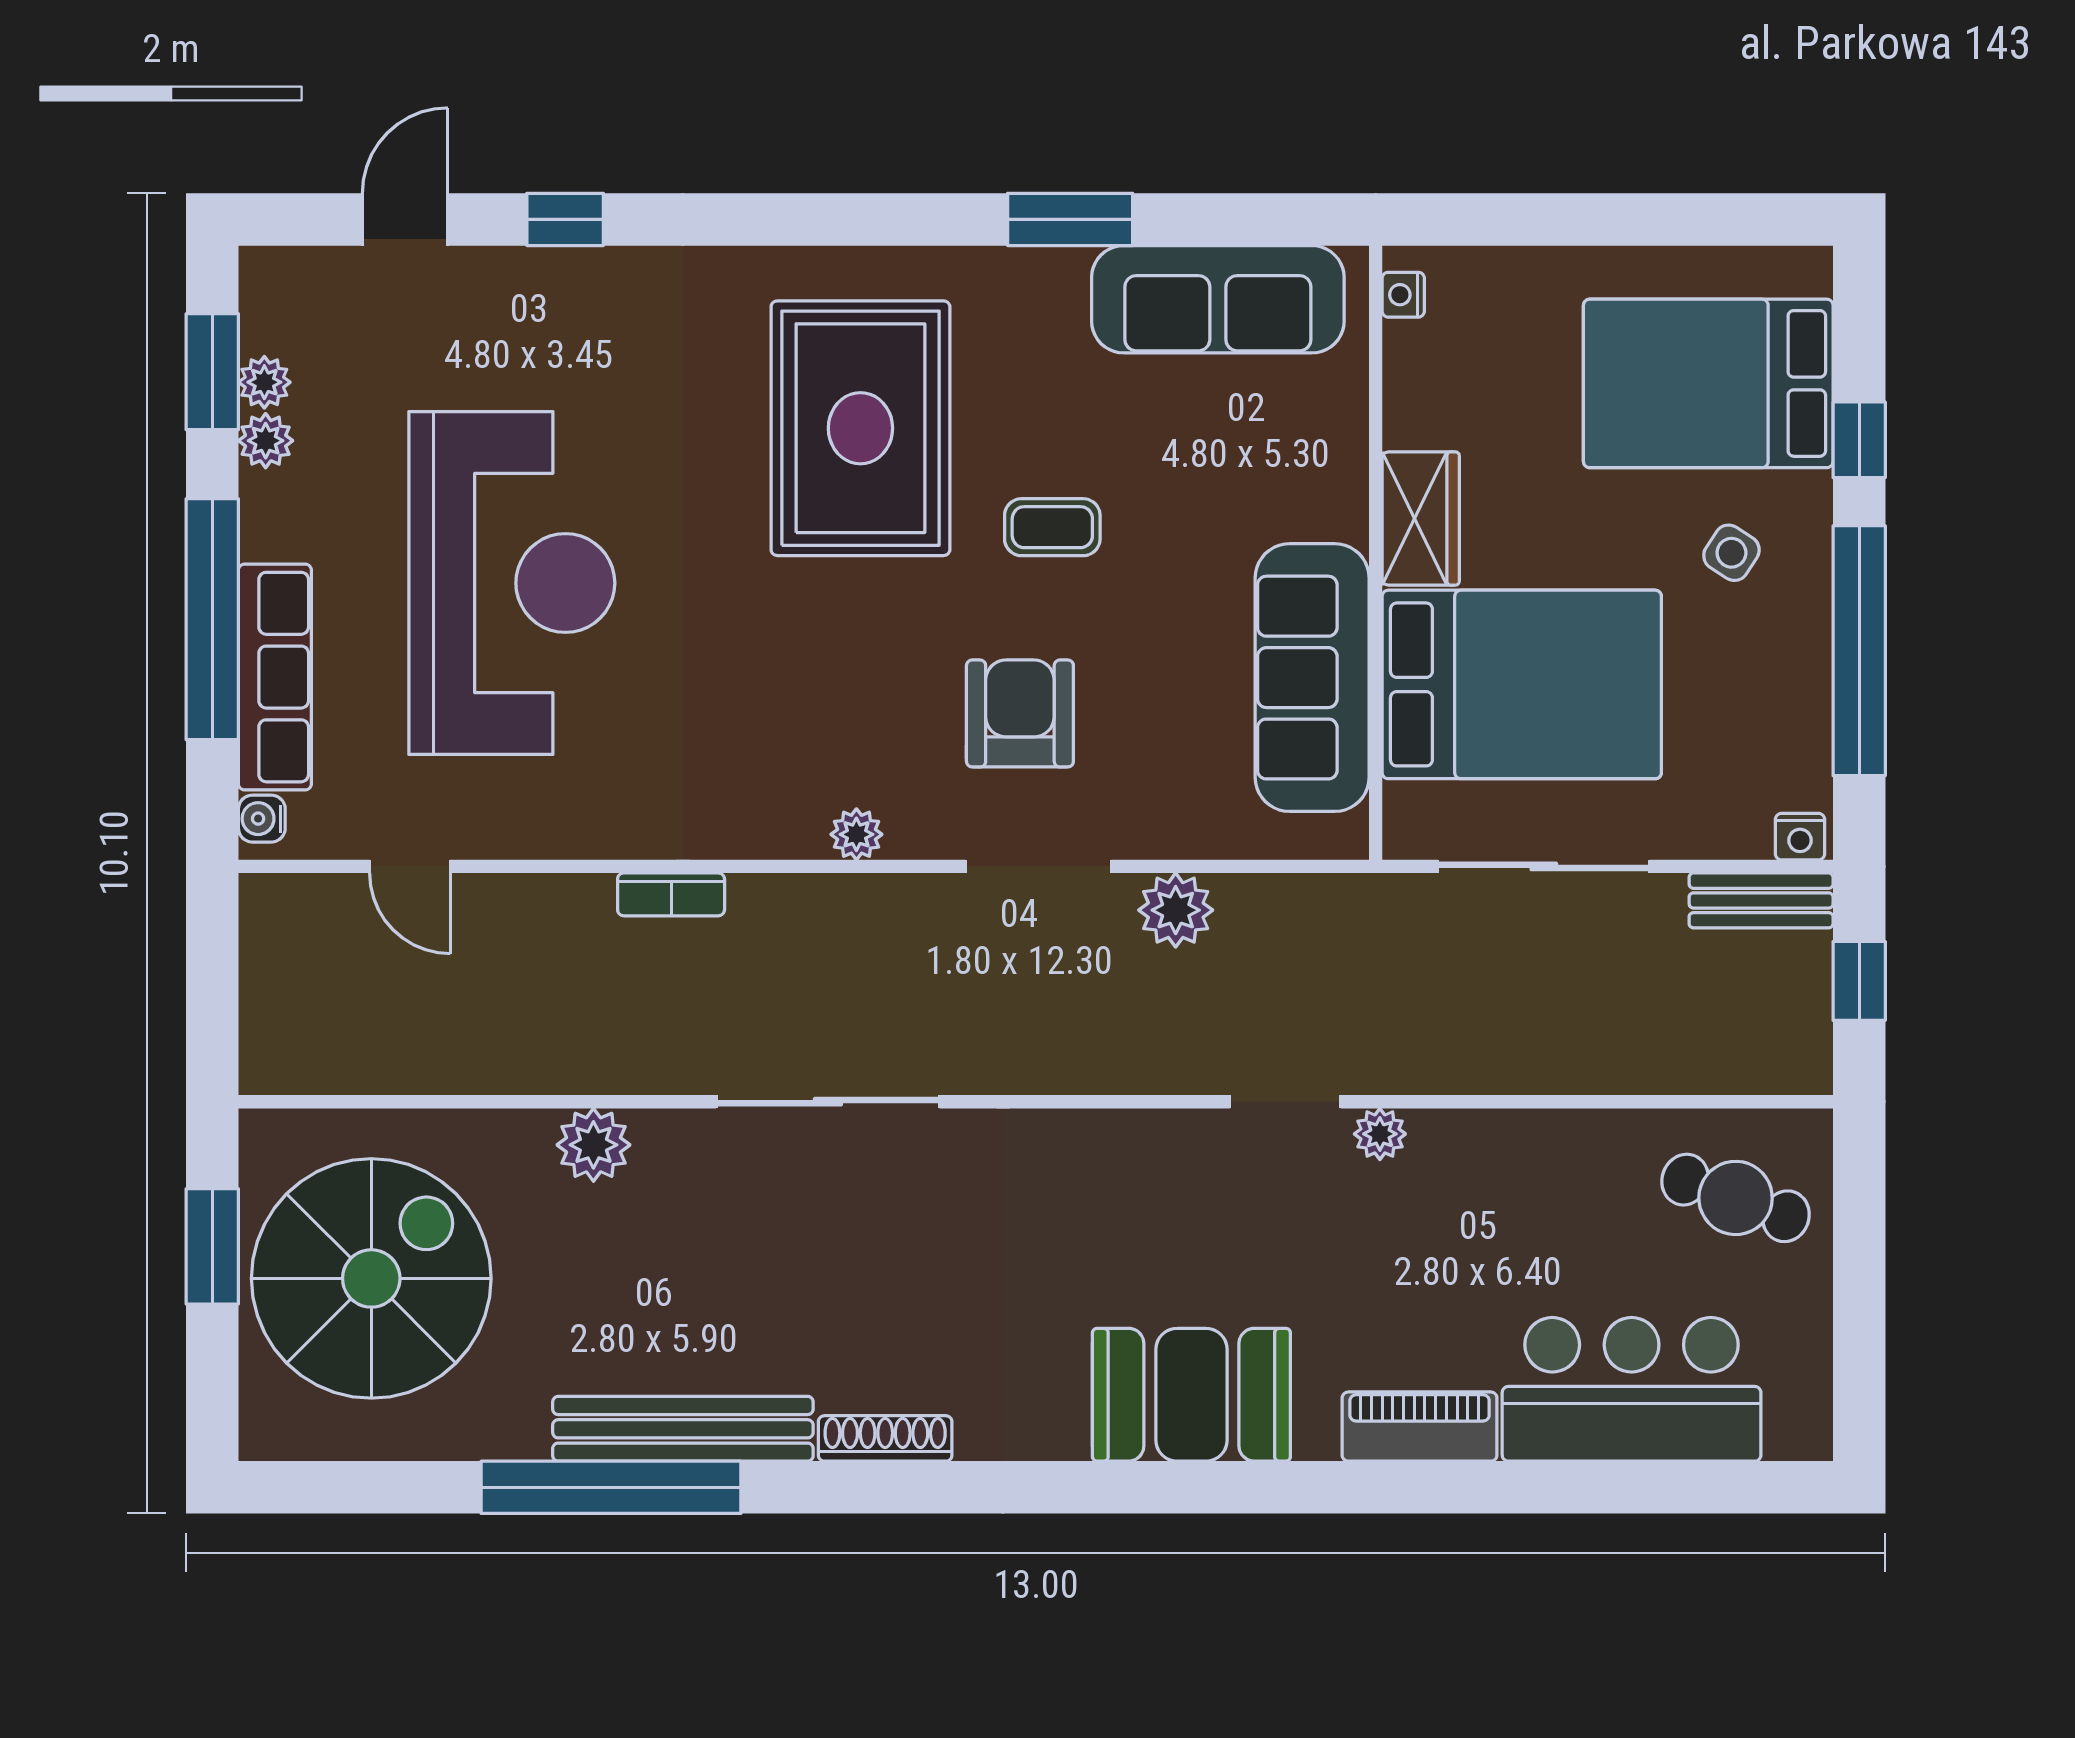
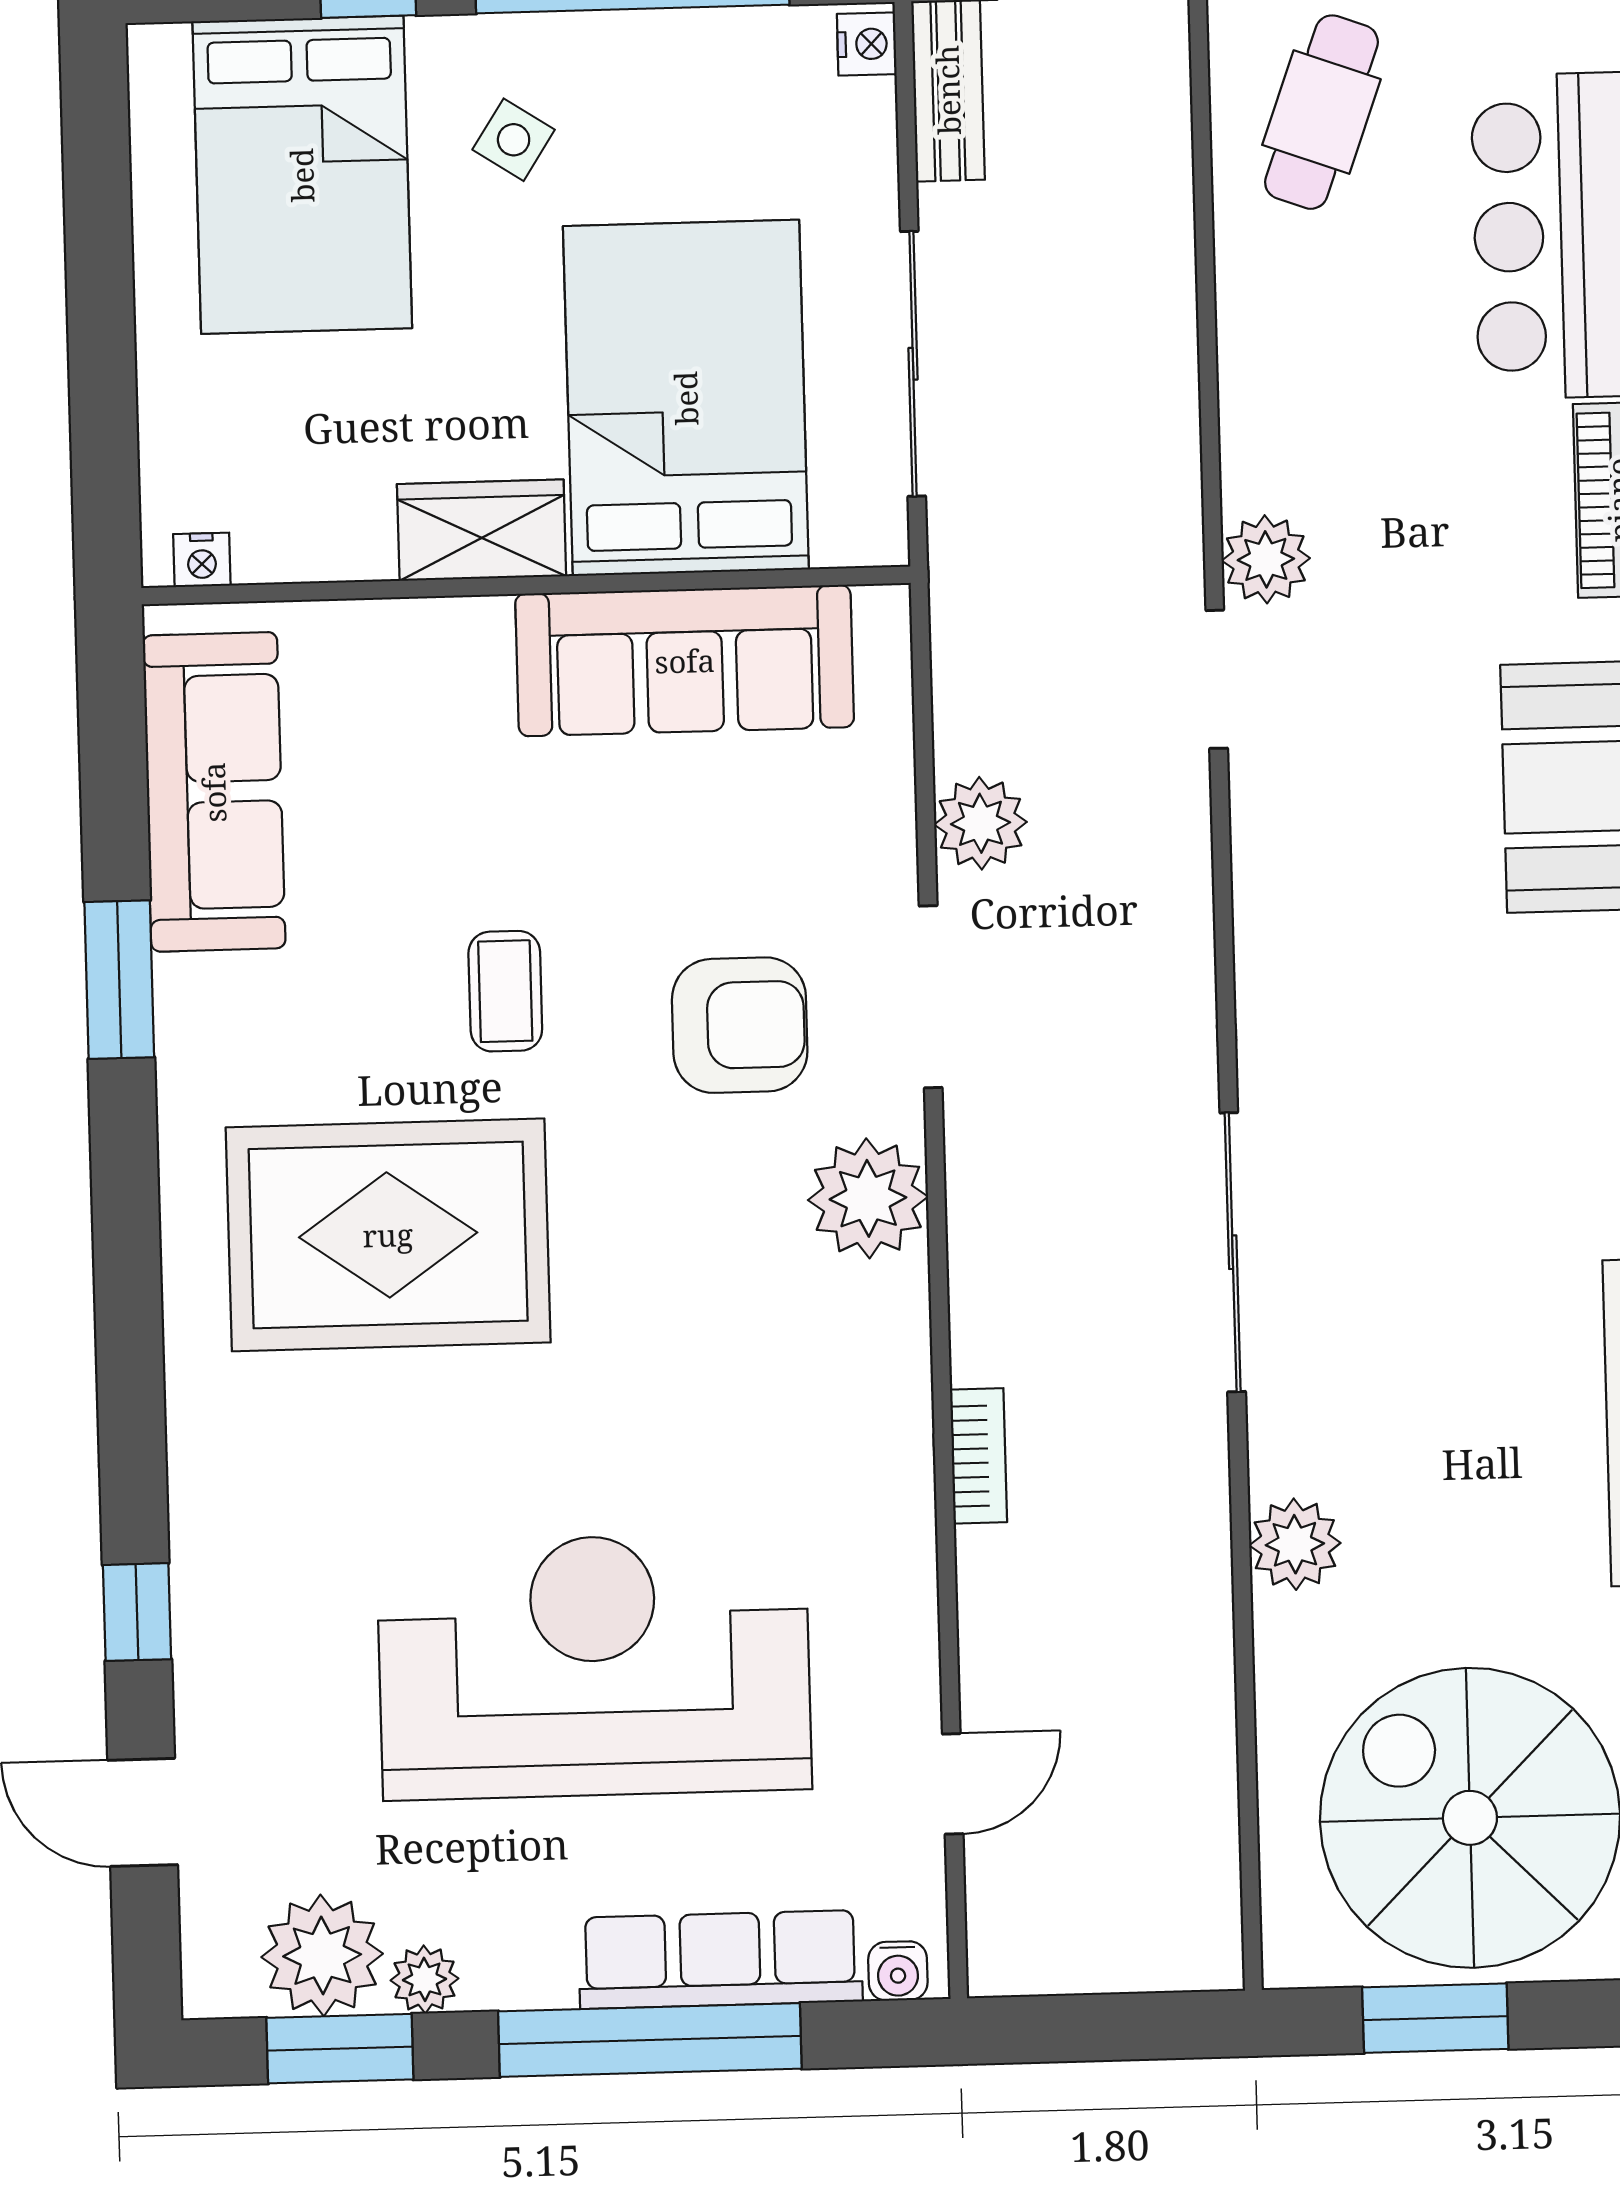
plant: (264, 382) -> (322, 1955), width x1.88, depth x1.88
armchair: (1020, 713) -> (740, 1025), turned 180
plant: (856, 834) -> (868, 1198), width x1.87, depth x1.87
plant: (1380, 1134) -> (1266, 559), width x1.38, depth x1.38

